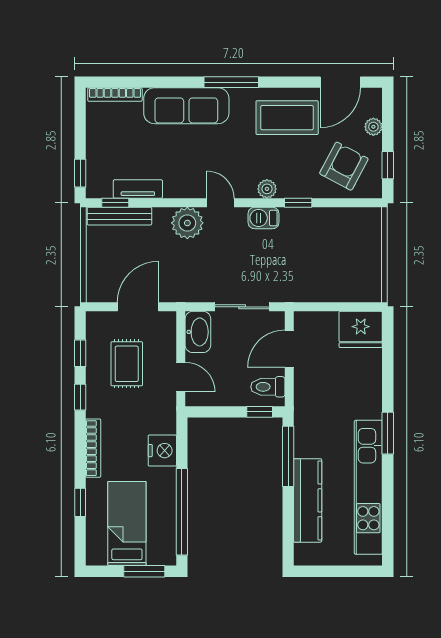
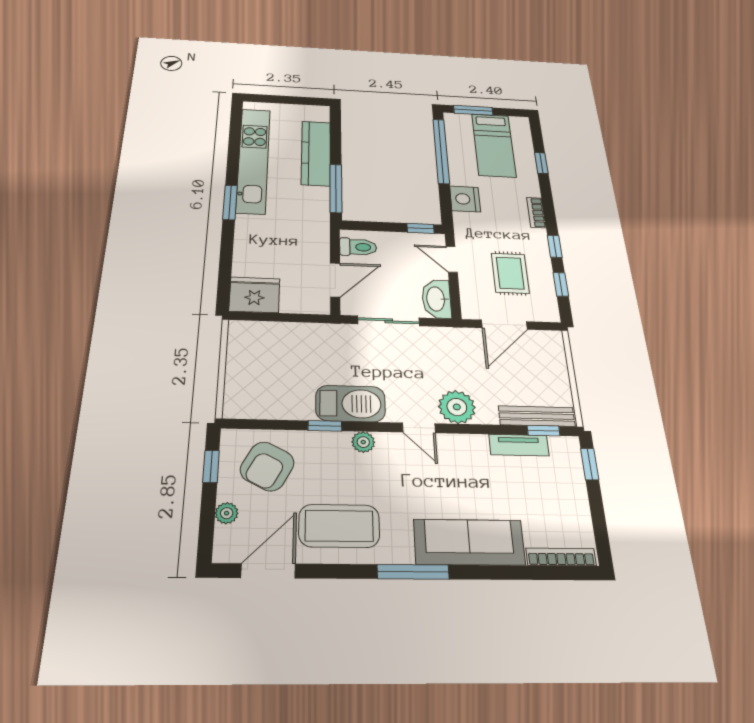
barbecue: (264, 218) -> (350, 404), width x1.88, depth x1.53
window: (260, 412) -> (421, 228), moved
bookcase: (93, 448) -> (536, 213), width x0.64

